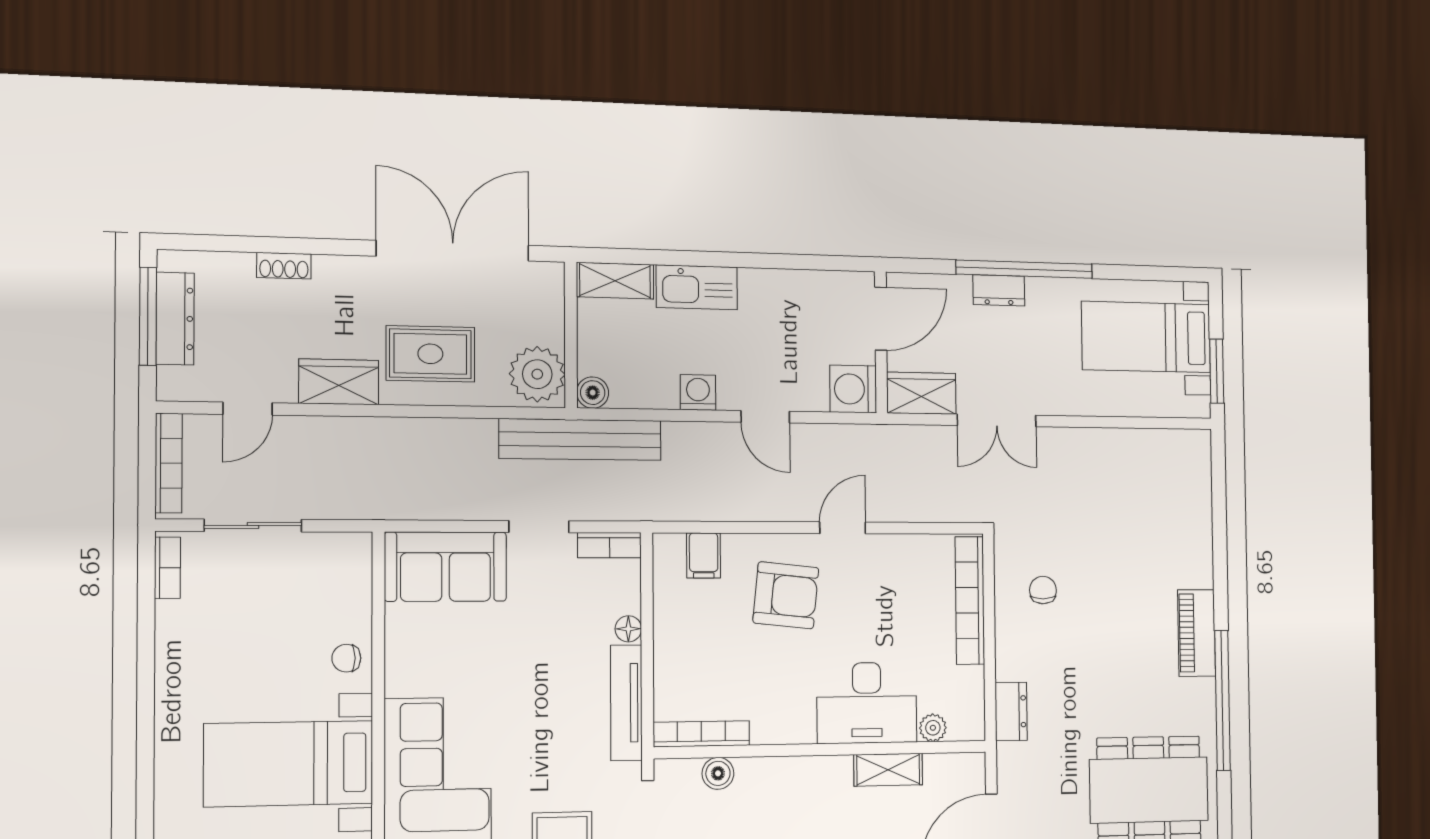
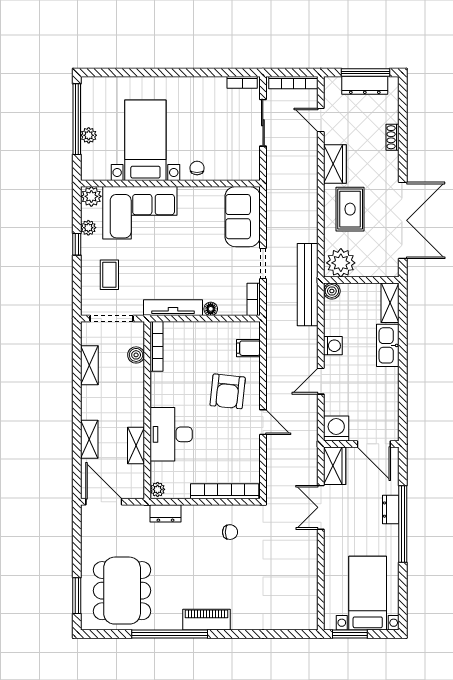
plant: (933, 728) -> (158, 489), moved

